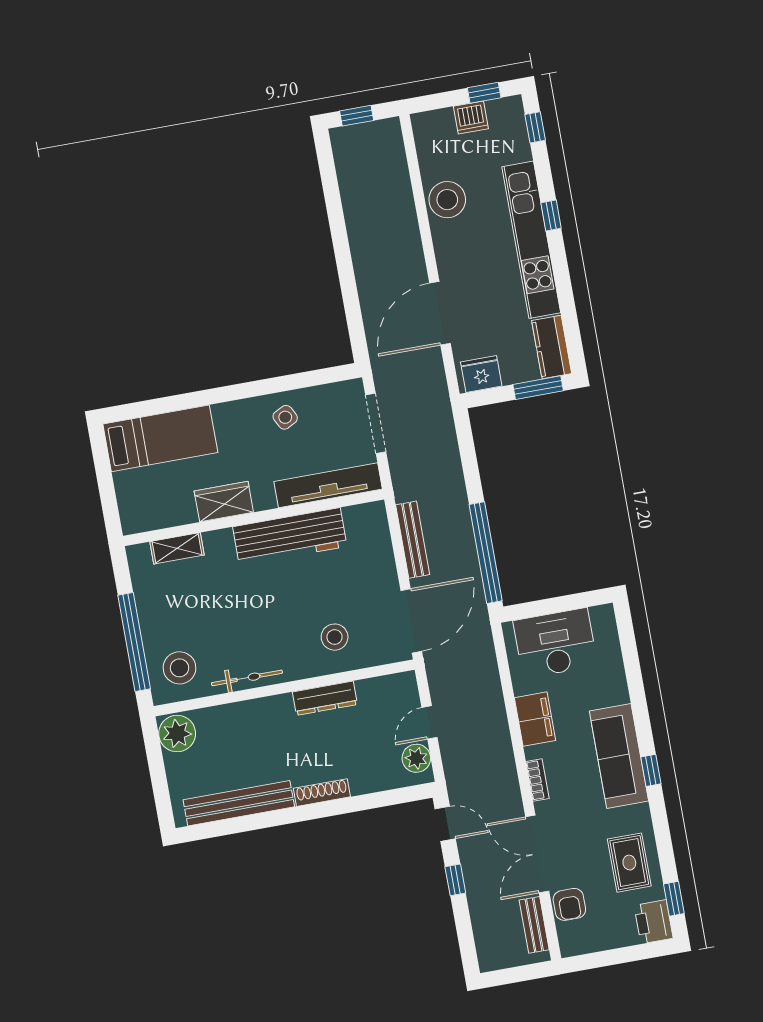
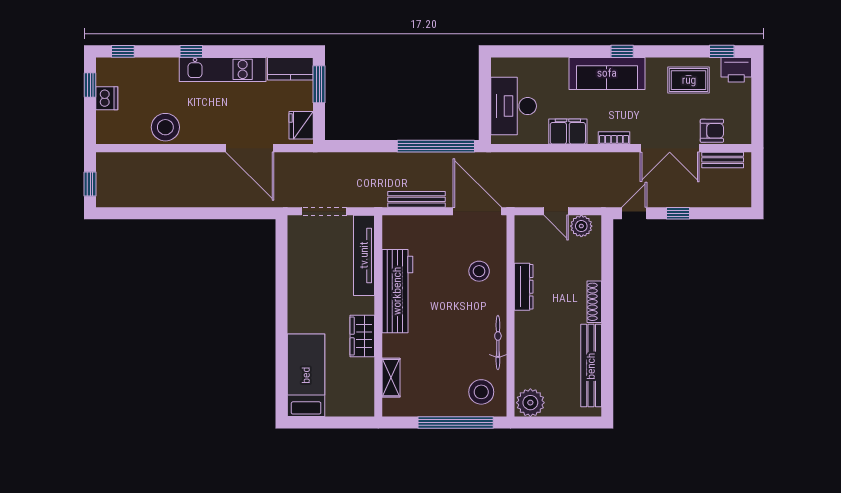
kitchen unit: (531, 240) -> (223, 69), width x0.73
side table: (285, 417) -> (307, 279), removed

